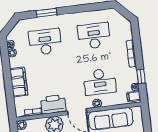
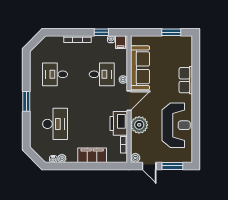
window: (47, 13) -> (26, 101), moved
desk: (94, 36) -> (55, 74), width x0.73
desk: (45, 42) -> (55, 124), turned 180
desk: (100, 82) -> (102, 74), width x0.73

